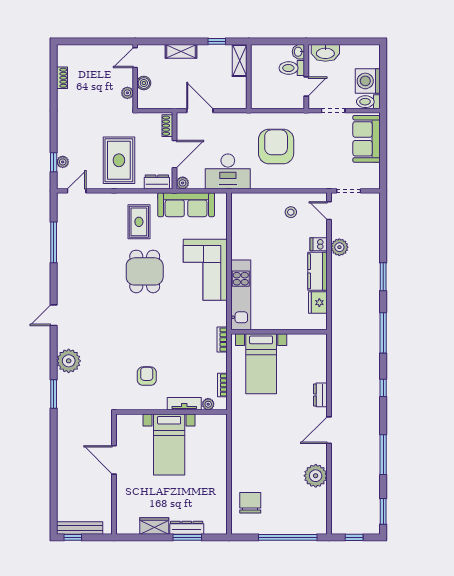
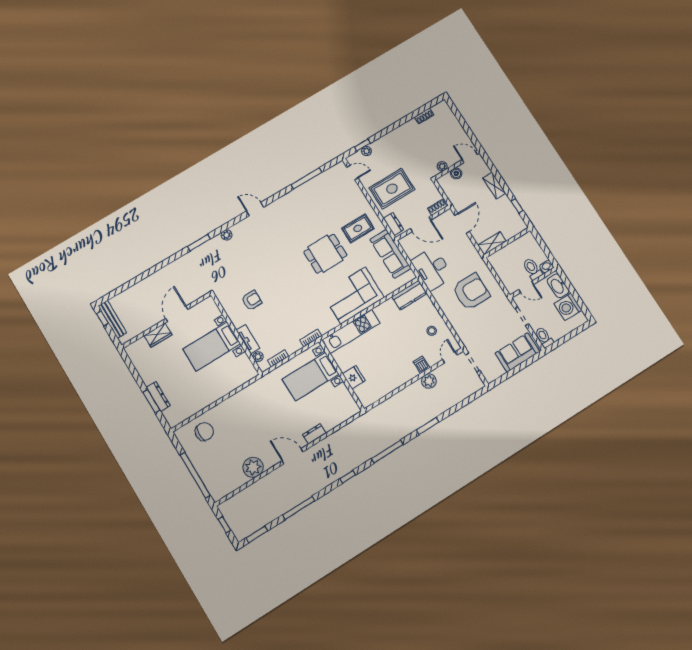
shelving: (240, 61) -> (492, 243), moved
washing machine: (368, 81) -> (568, 307), moved, turned -90
plant: (183, 183) -> (404, 242), removed
kitchen counter: (318, 271) -> (409, 295), moved, turned 180
fridge: (318, 303) -> (354, 377), moved, turned 90
plant: (69, 361) -> (227, 235), width x0.53, depth x0.53
wardrobe: (154, 526) -> (158, 335), moved, turned 90

